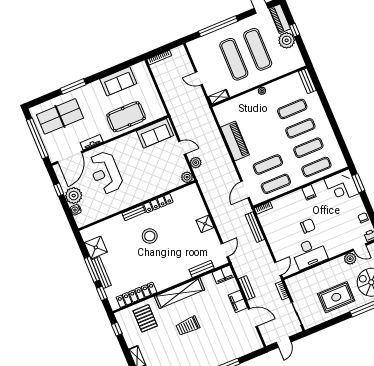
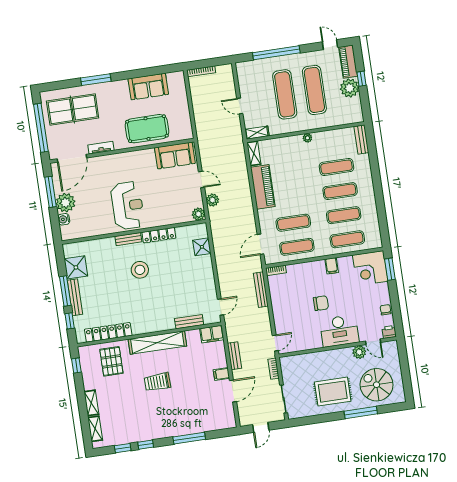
shelving: (220, 115) -> (254, 153), added
reception desk: (106, 173) -> (128, 206), moved, turned 180
window: (59, 190) -> (50, 192), width x2.17
shower: (205, 224) -> (202, 247), moved
desk: (309, 253) -> (339, 331), moved
filing cabinet: (238, 301) -> (221, 374), width x0.50
door: (253, 318) -> (233, 391), hinge flipped

